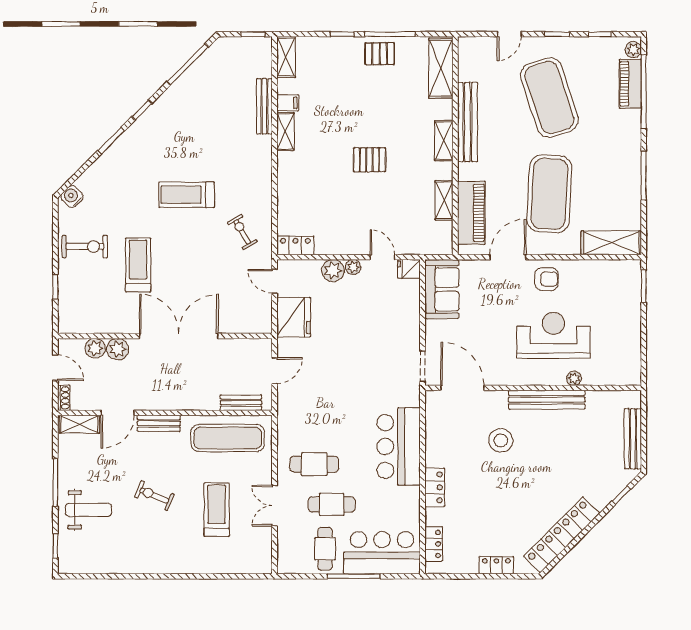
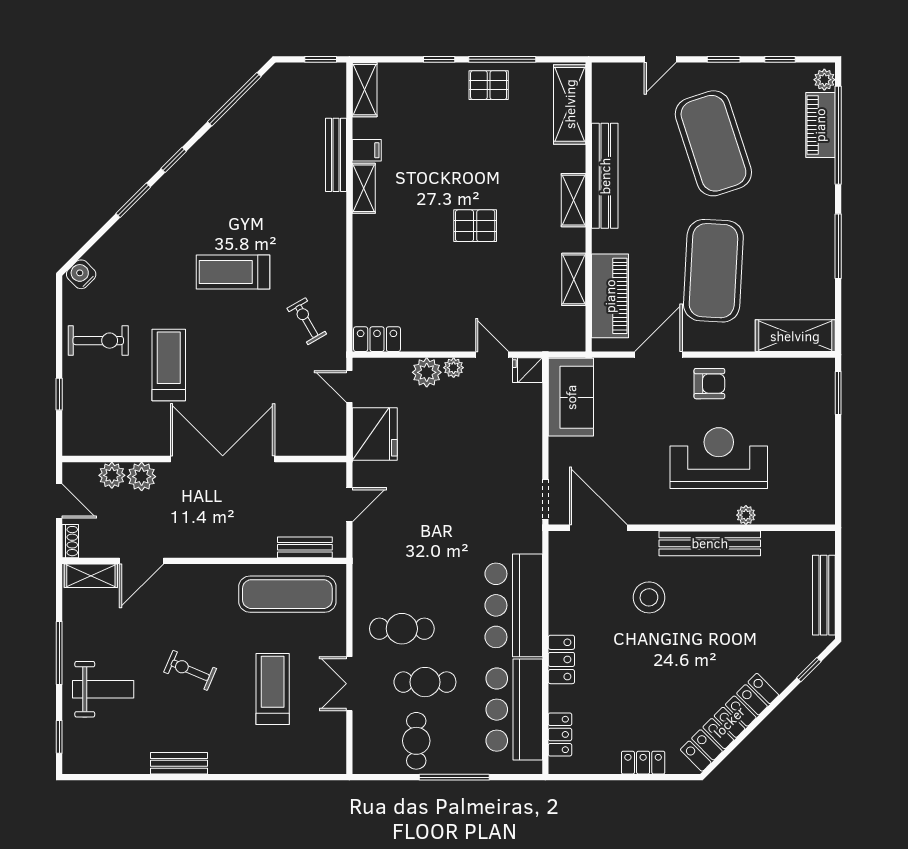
bench: (159, 423) -> (179, 763), moved
bar counter: (382, 553) -> (514, 710), moved, turned -90

